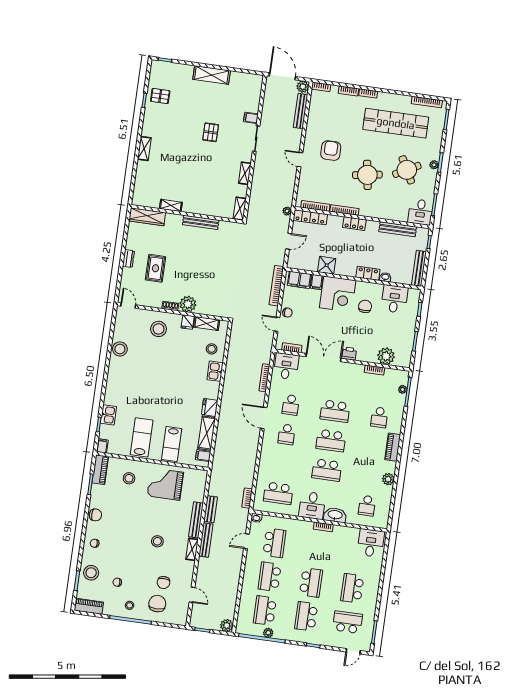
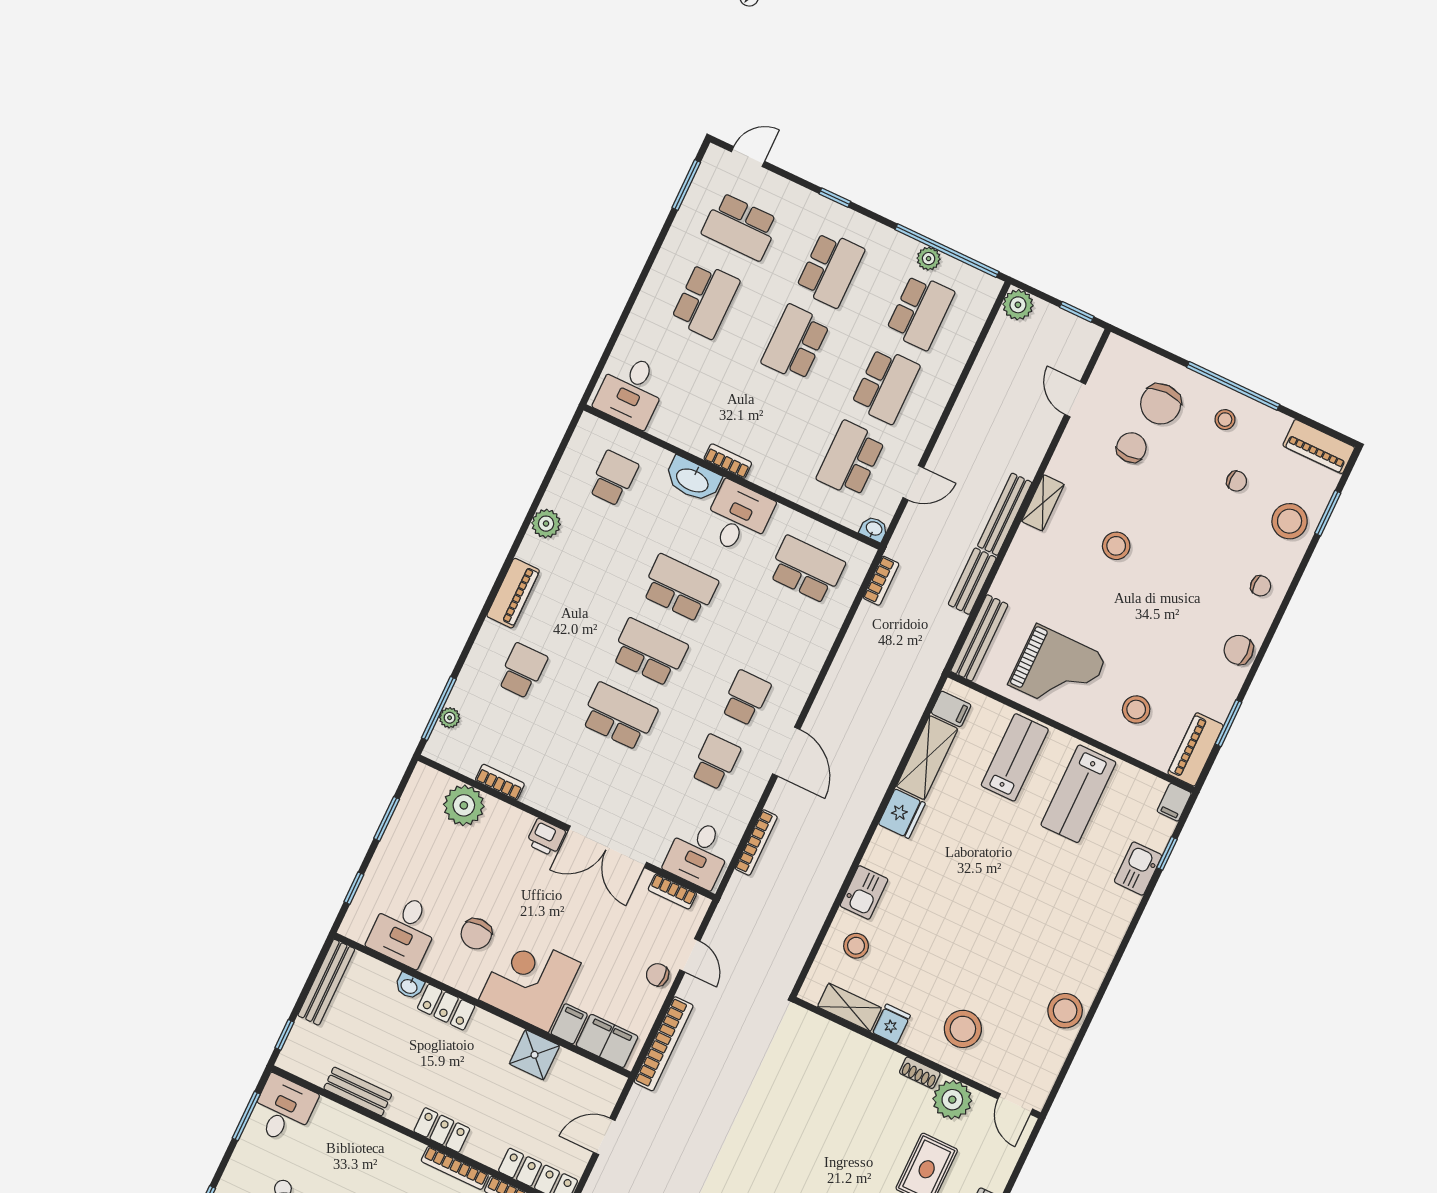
bench: (398, 229) -> (358, 1091), width x0.73
plant: (188, 304) -> (952, 1100), moved
bench: (196, 520) -> (979, 638), moved

